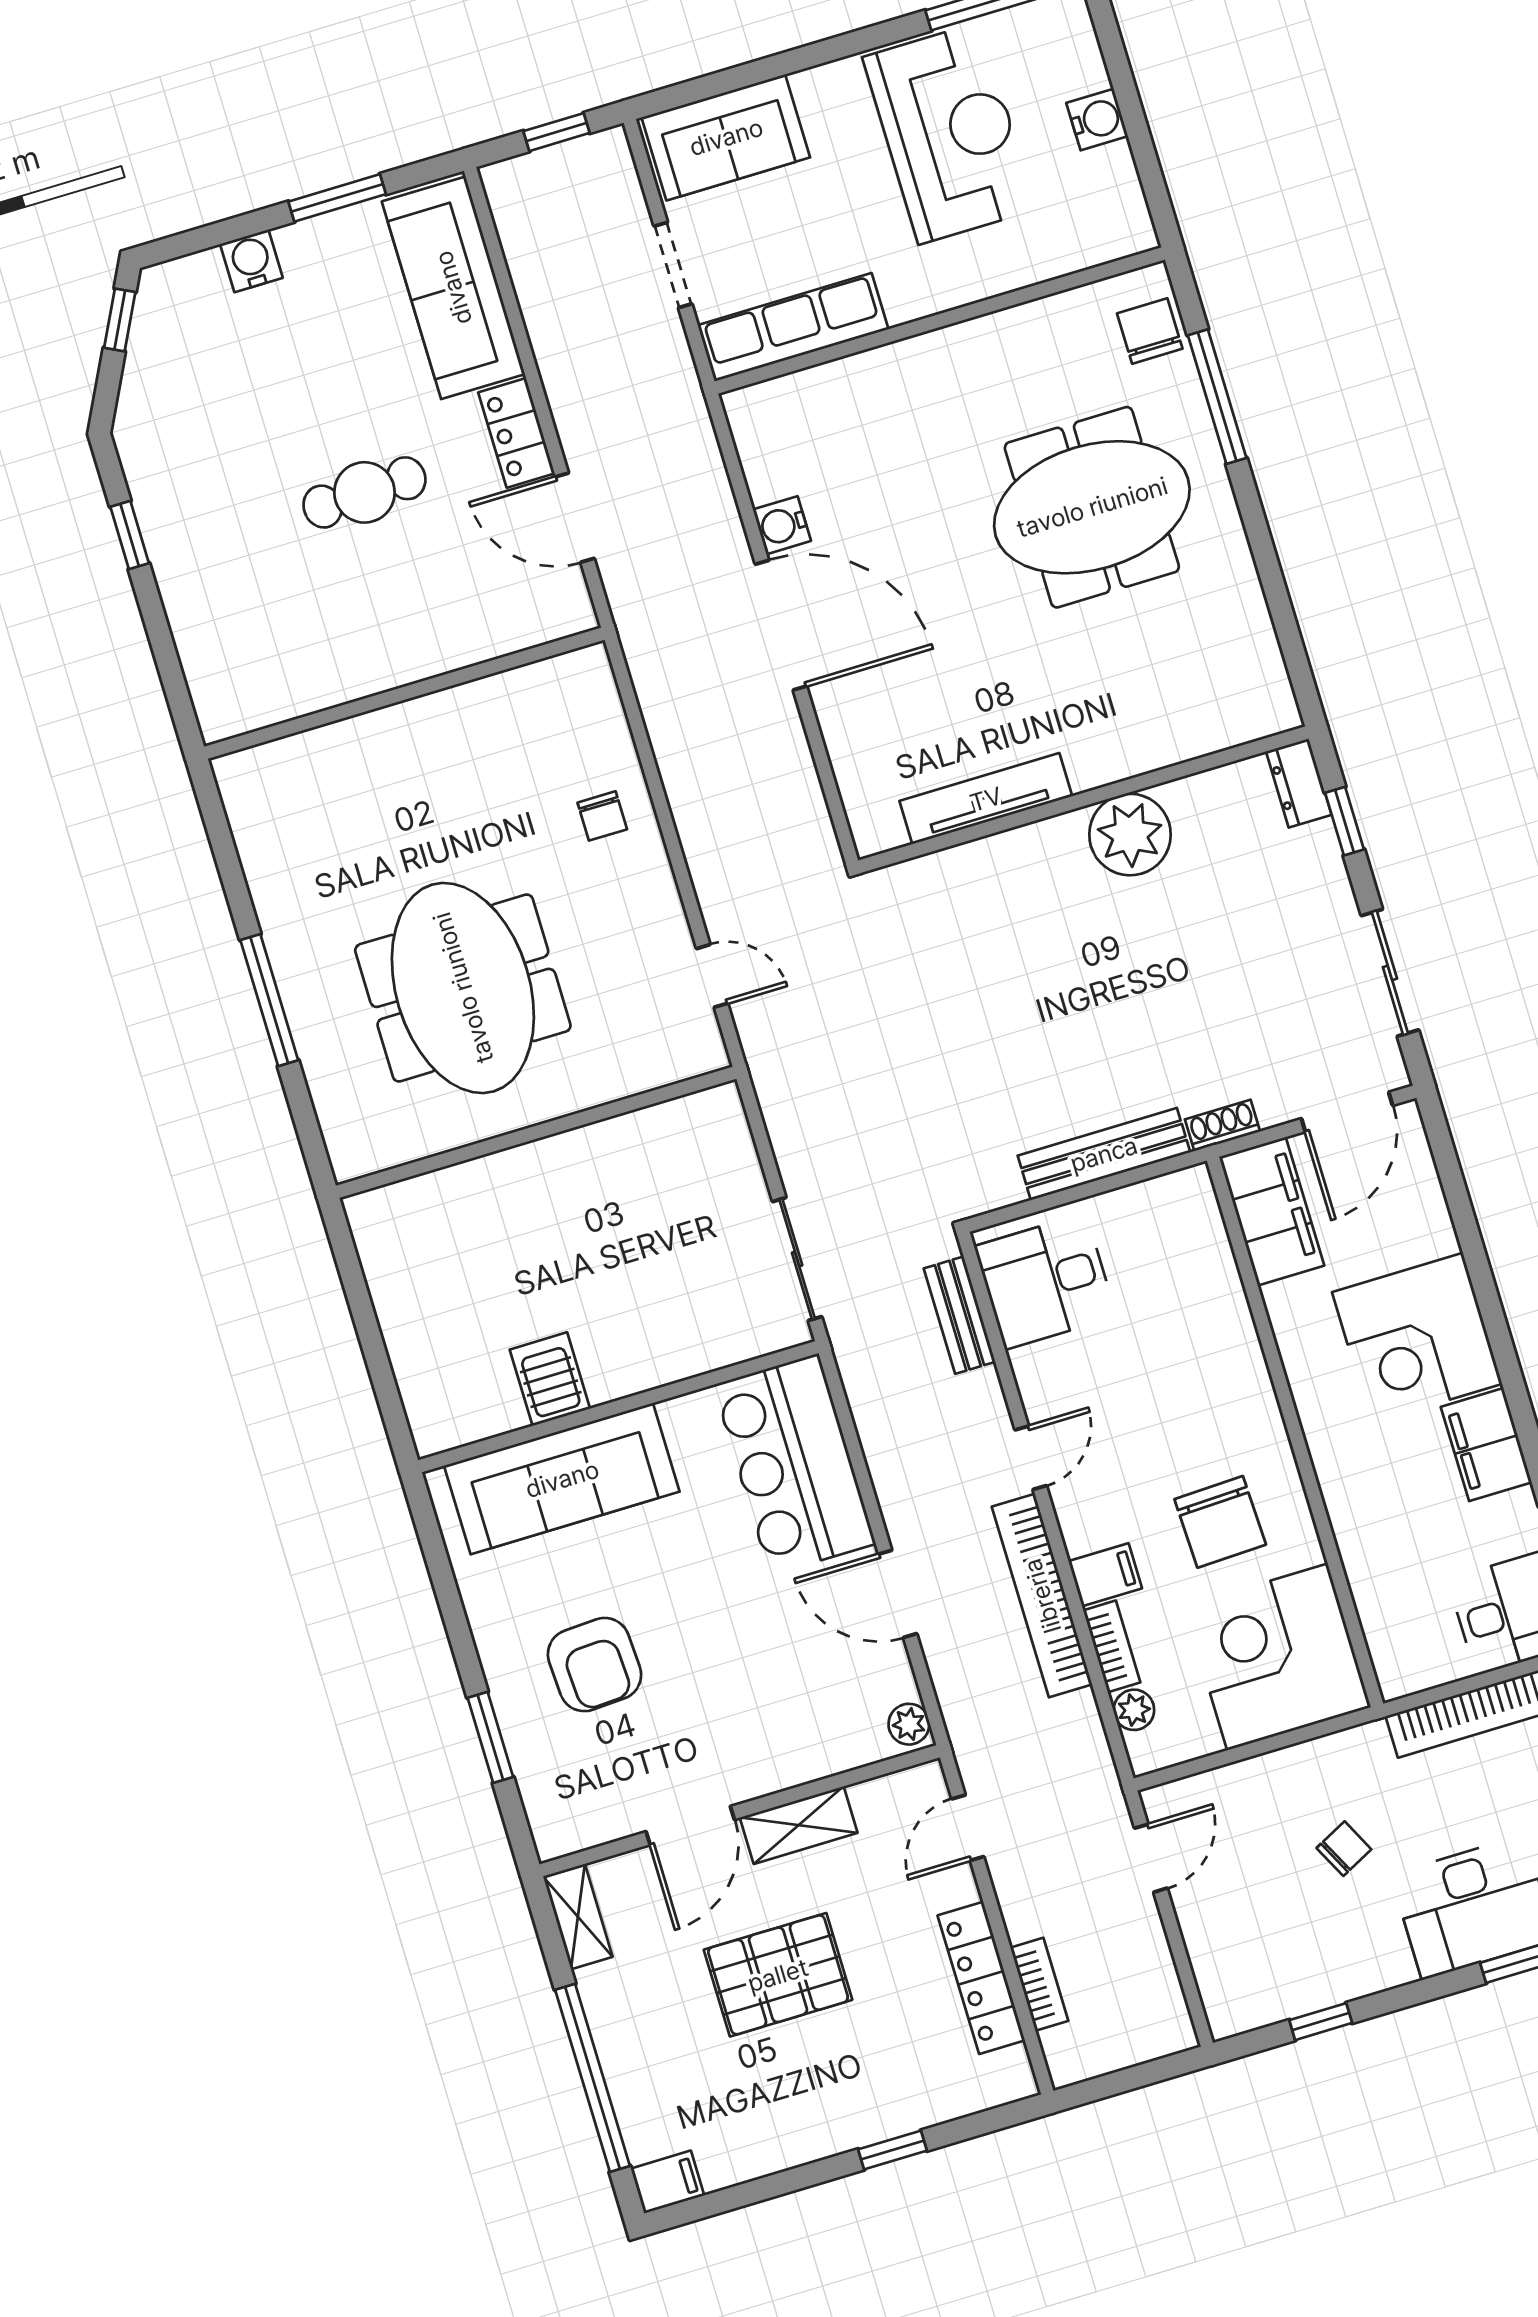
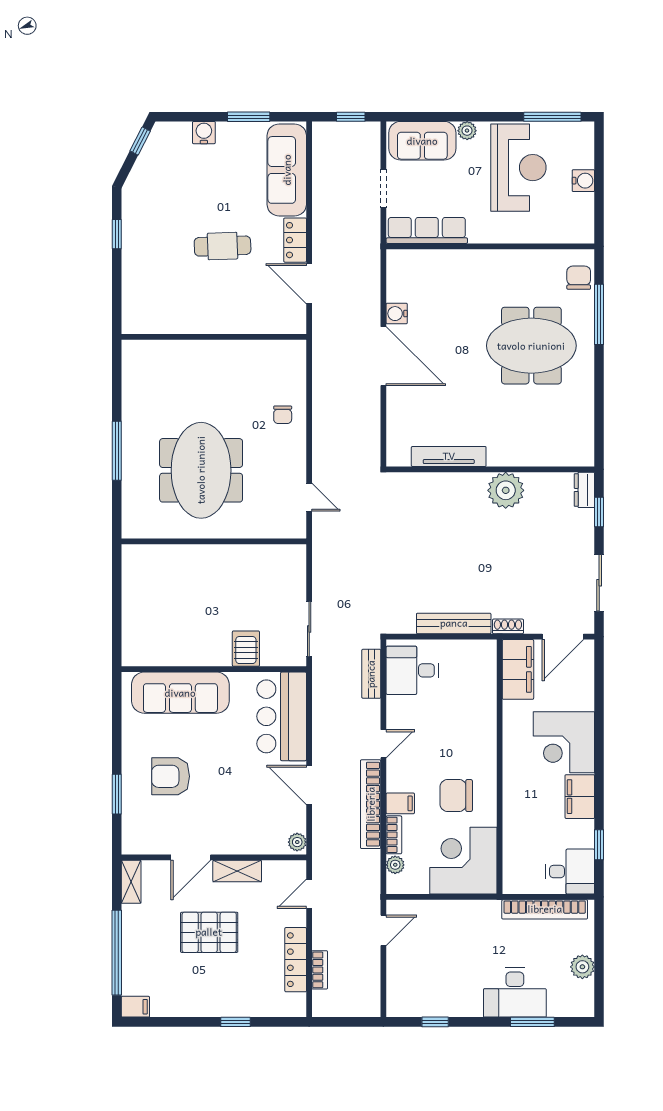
plant: (815, 87) -> (467, 131), added
server rack: (550, 1379) -> (246, 649), moved
chair: (1220, 1522) -> (456, 796), turned 92
armchair: (595, 1665) -> (171, 776), turned 93
chair: (1344, 1849) -> (467, 951), removed

